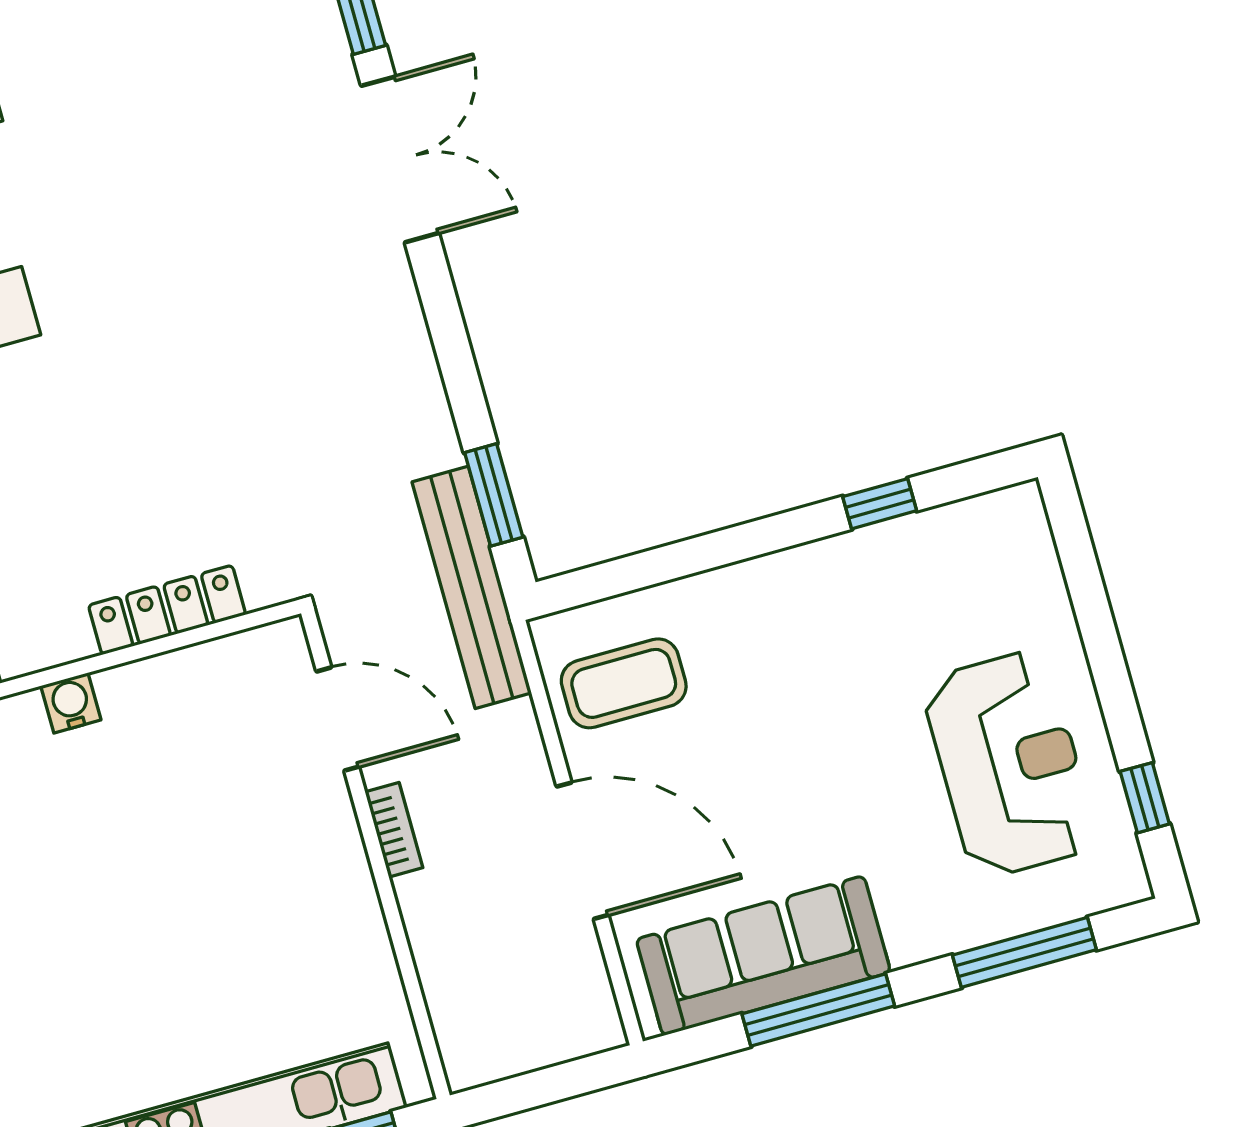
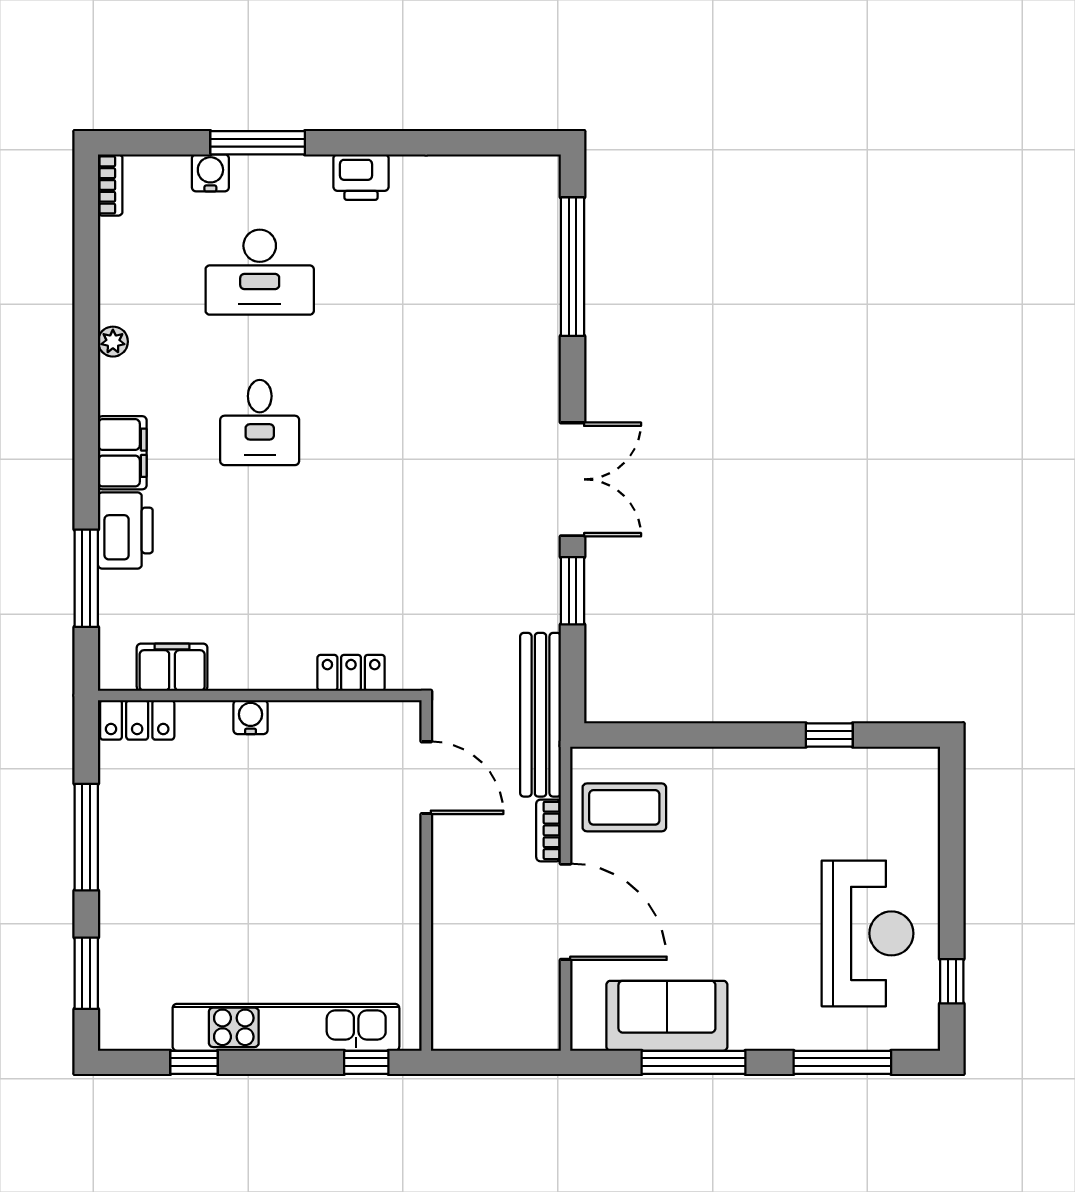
double door: (400, 159) -> (572, 479), moved
window: (494, 495) -> (572, 591), moved
locker: (167, 610) -> (351, 673), width x0.66
bookcase: (394, 830) -> (549, 830), moved, turned 180
sofa: (763, 956) -> (667, 1016), width x0.73

